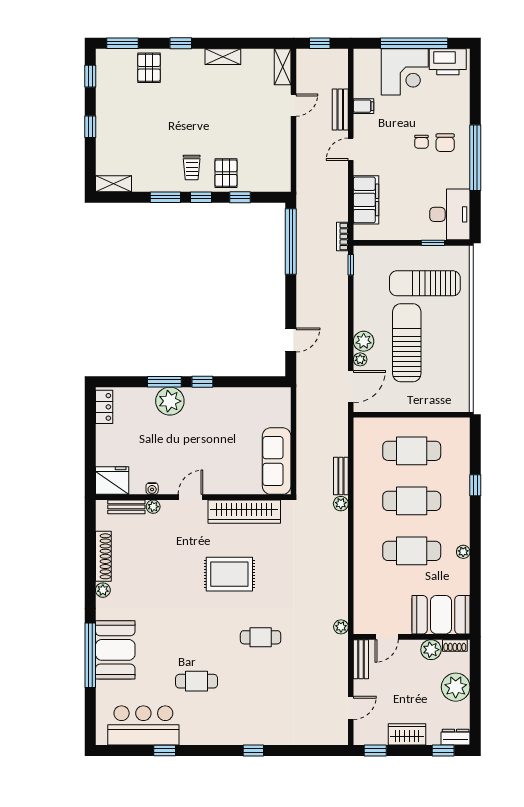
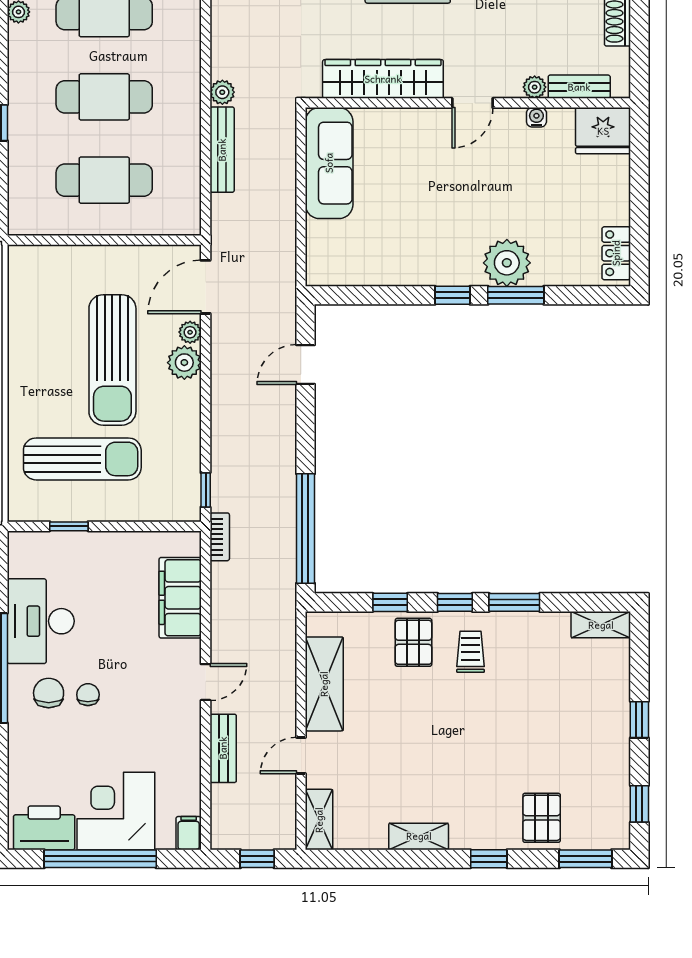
filing cabinet: (364, 106) -> (189, 833), moved, turned 90
shelving: (279, 148) -> (324, 684), added
desk: (450, 214) -> (41, 621), moved
bench: (341, 476) -> (222, 150), width x1.36

